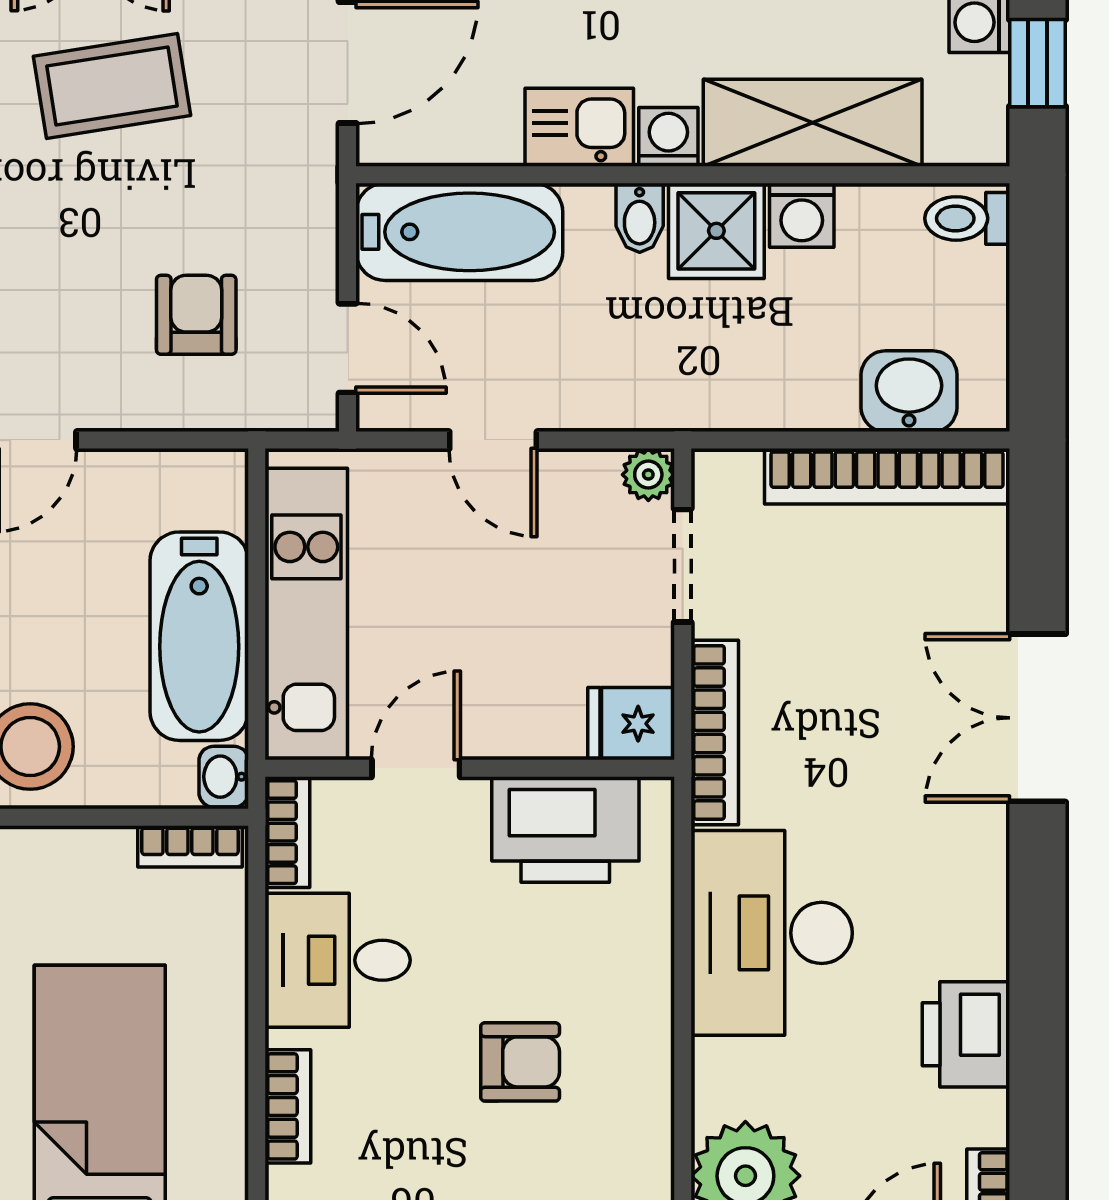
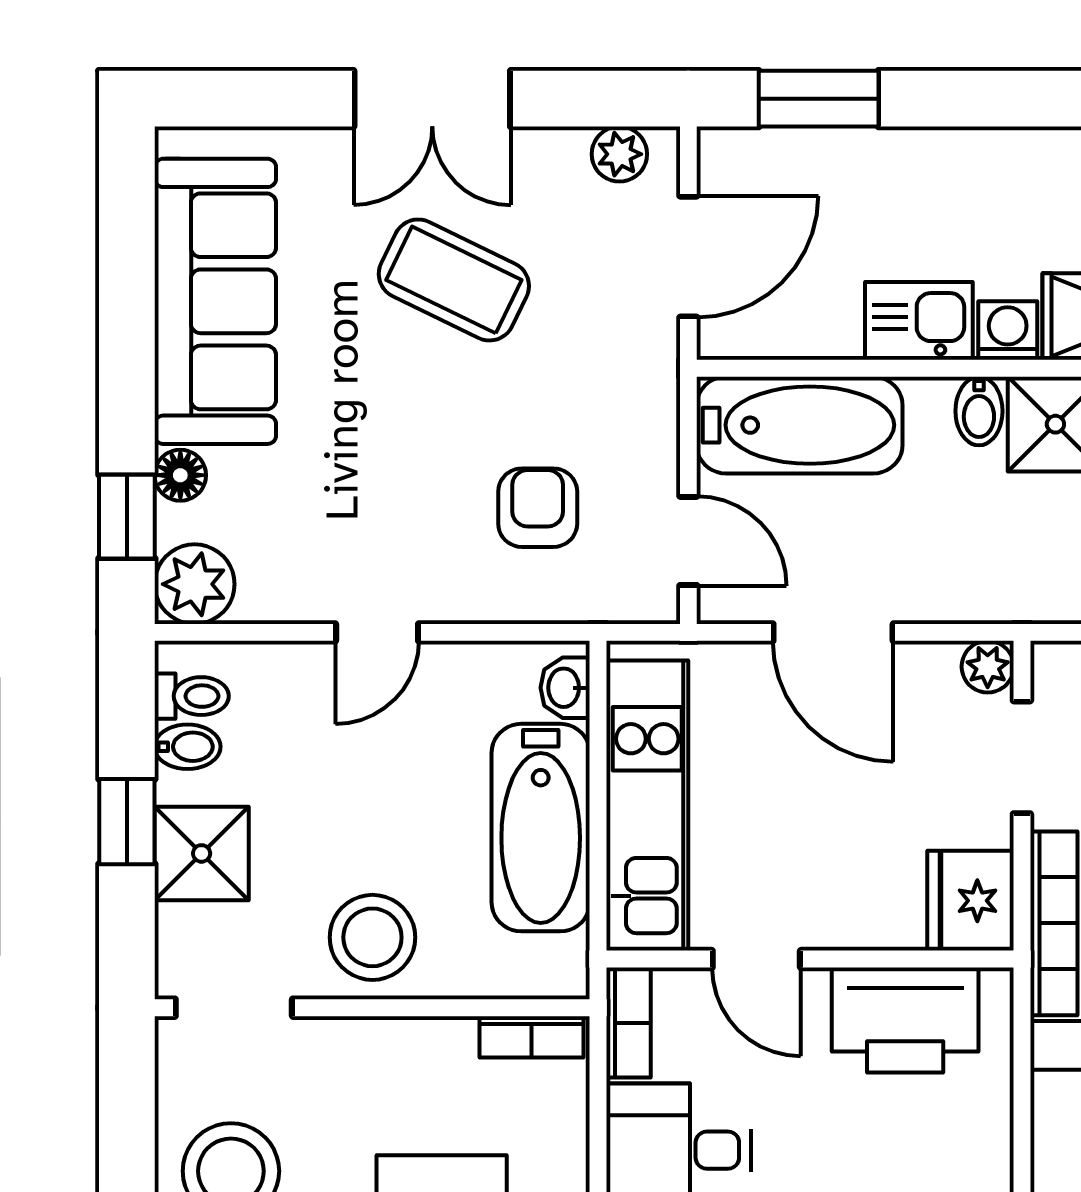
coffee table: (112, 86) -> (454, 280), turned 35
door: (493, 440) -> (833, 632), width x1.38
fridge: (631, 724) -> (971, 901), width x1.38
door: (416, 768) -> (756, 959), swing flipped
washbasin: (224, 777) -> (565, 688), moved

